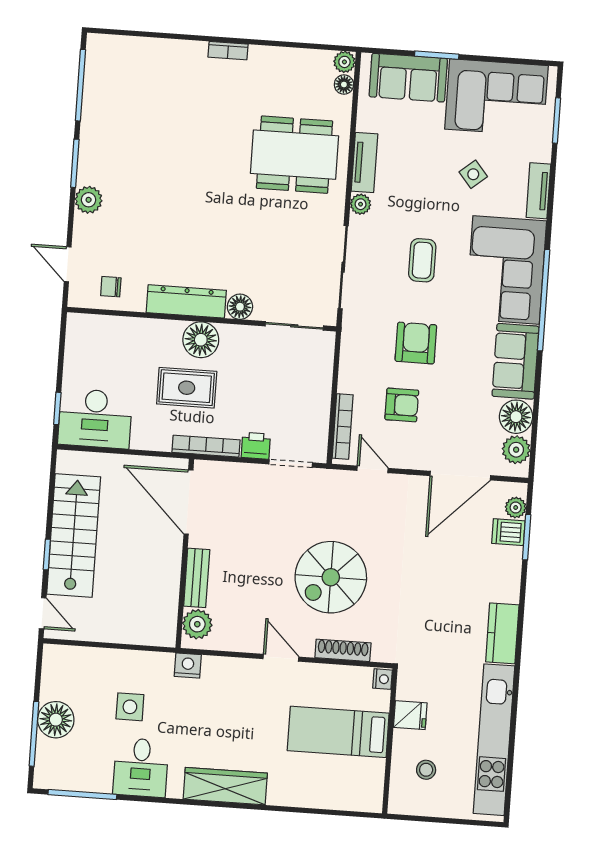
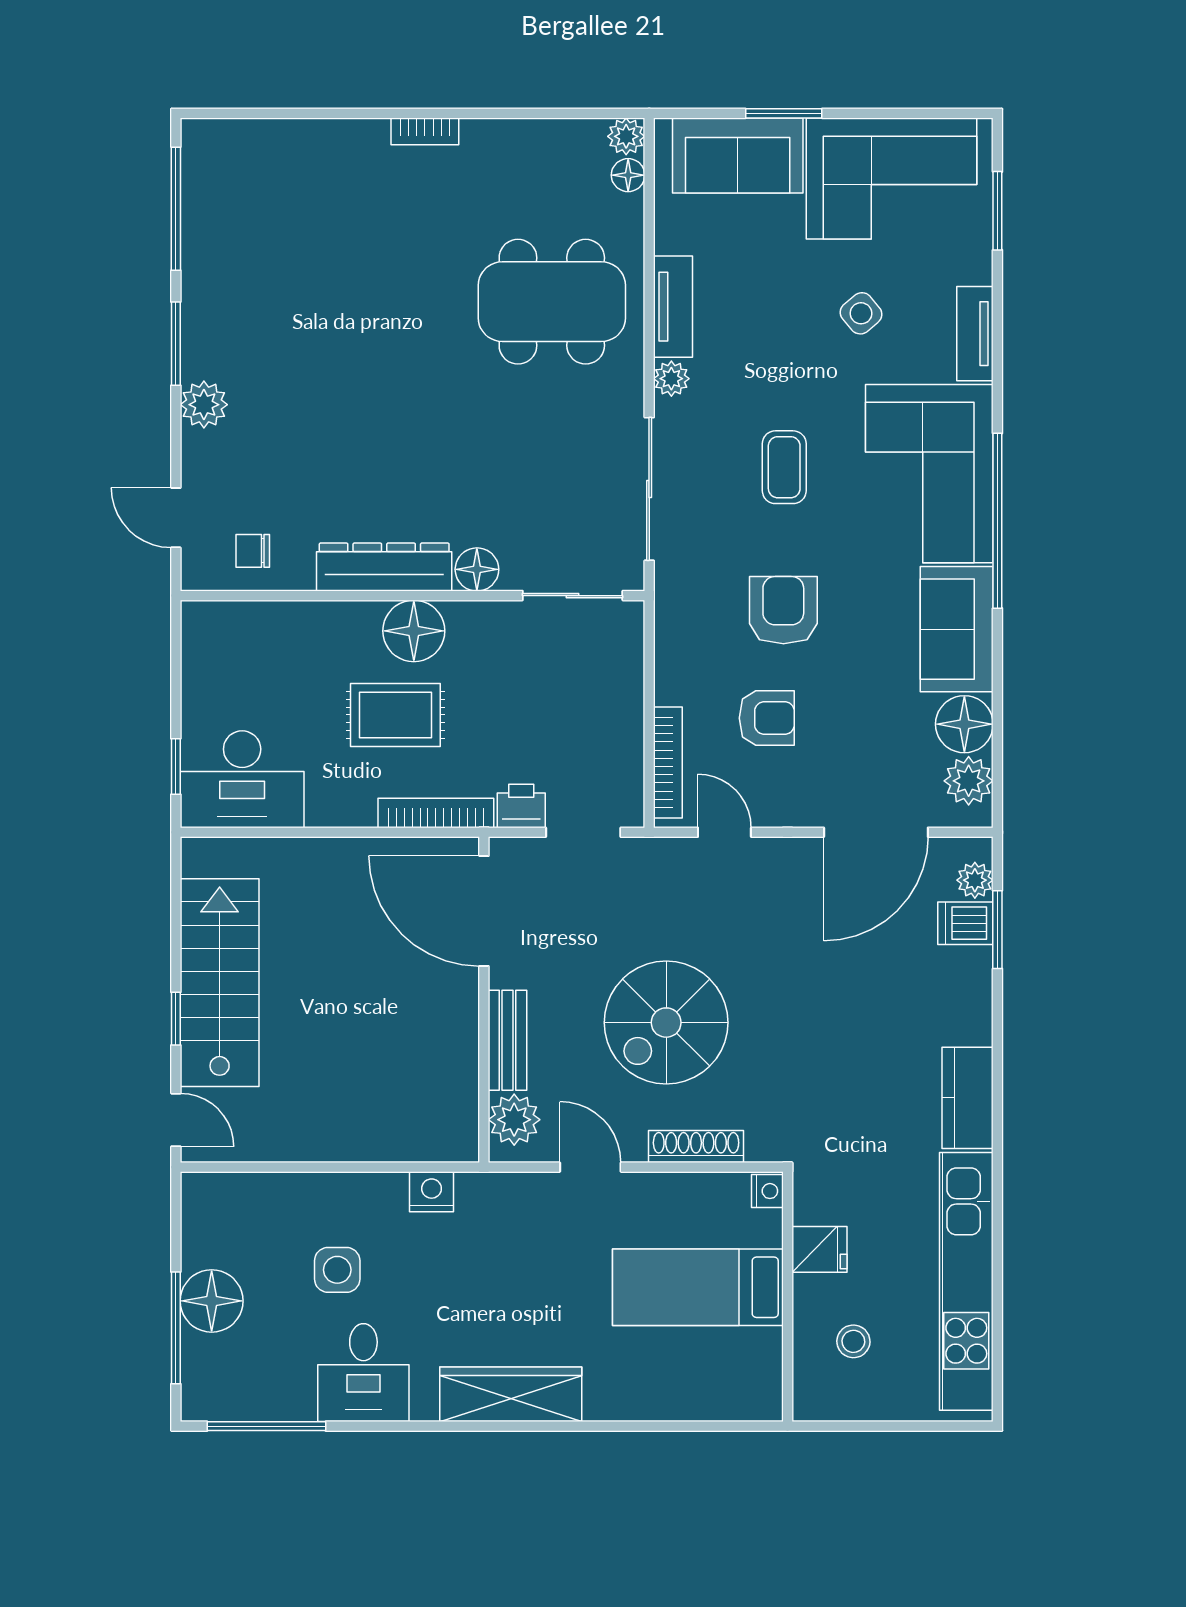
door: (188, 502) -> (484, 911), moved
wall: (185, 553) -> (484, 1000), moved
bench: (197, 578) -> (508, 1040), moved
plant: (197, 624) -> (514, 1120), moved

